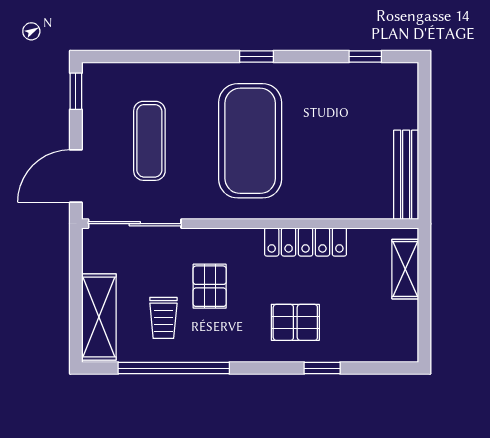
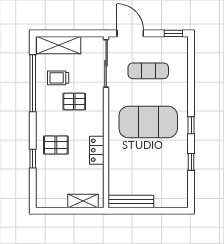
window: (365, 57) -> (191, 162), moved
locker: (306, 242) -> (97, 150), width x0.66
pallet: (295, 322) -> (56, 145), turned 90

